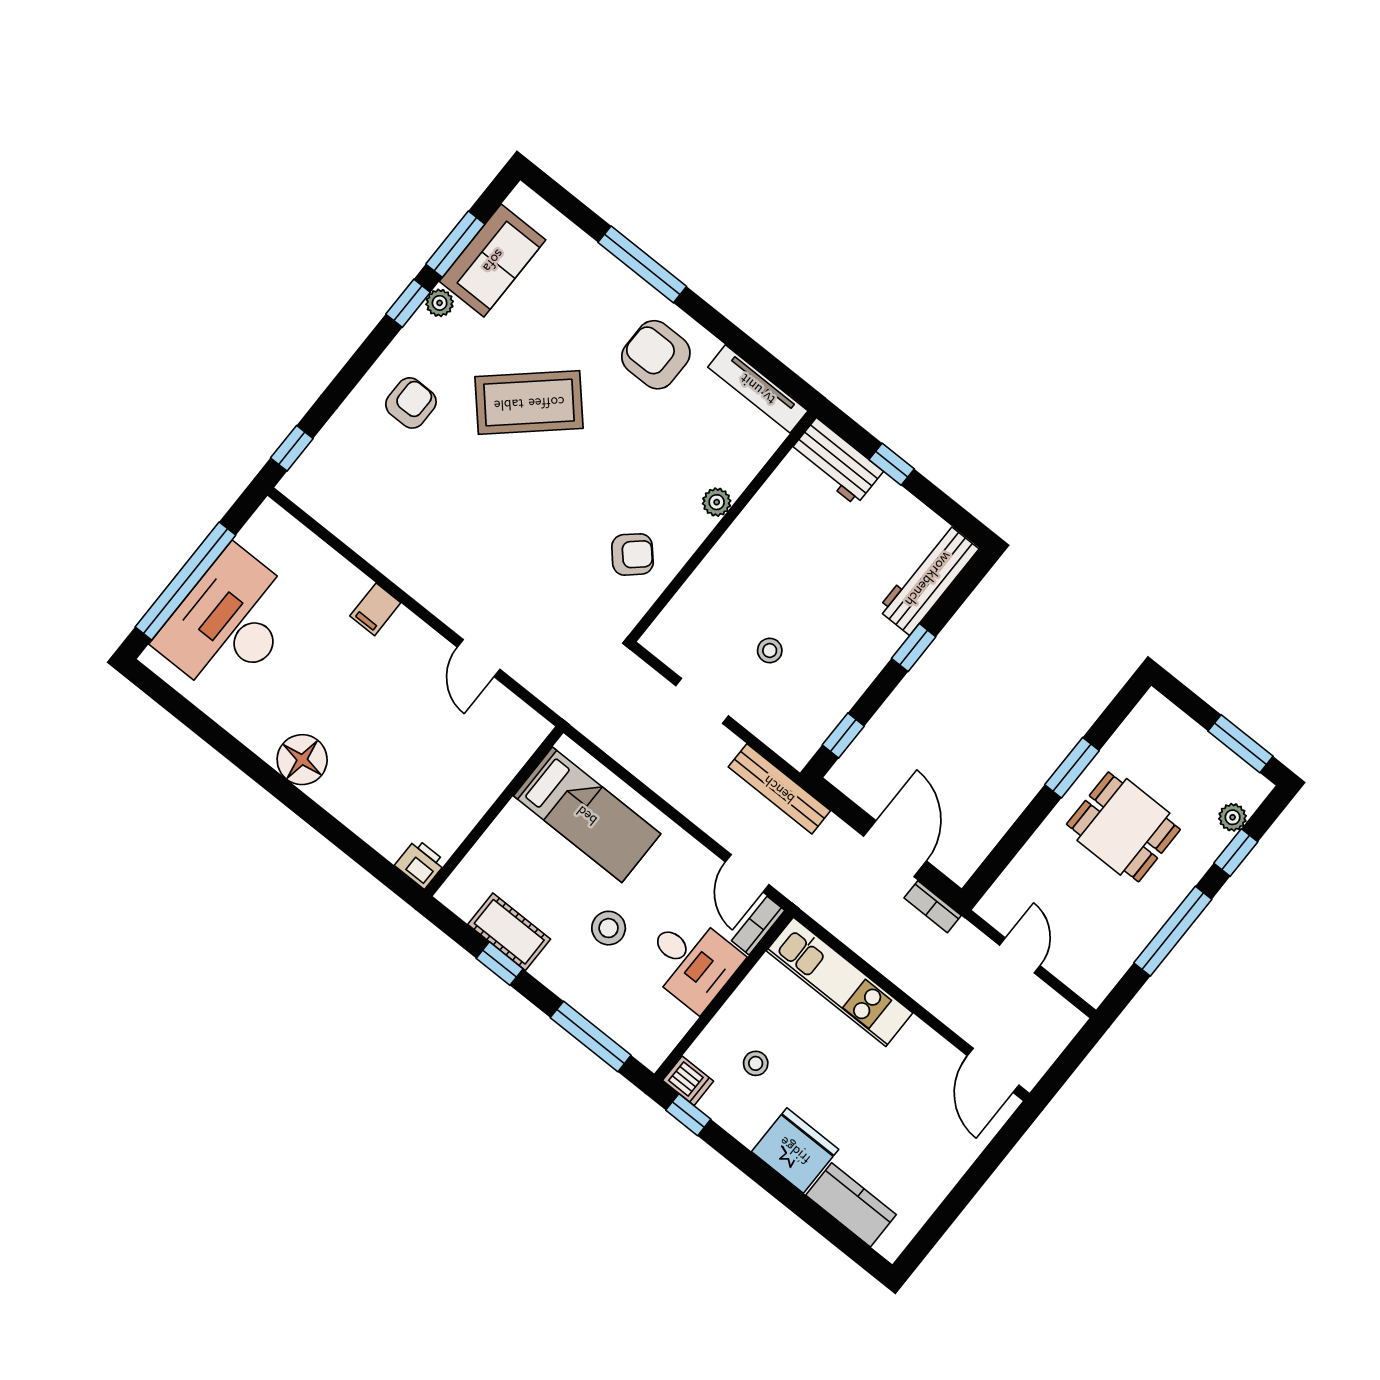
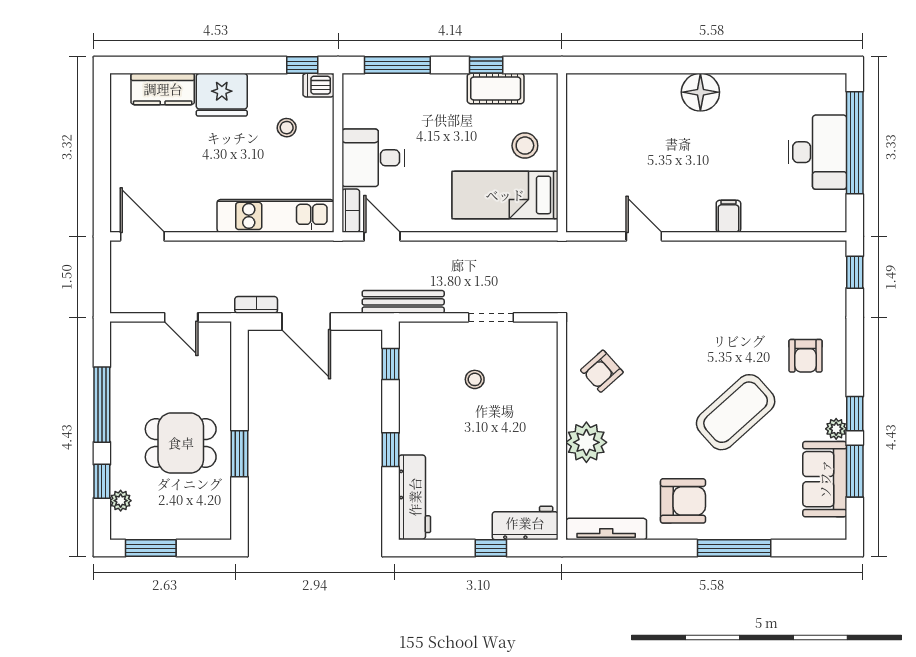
plant: (717, 502) -> (586, 442), width x1.88, depth x1.88
desk: (229, 623) -> (817, 152), width x0.73, depth x0.77
printer: (420, 864) -> (581, 87), removed
stool: (609, 928) -> (525, 146), moved

